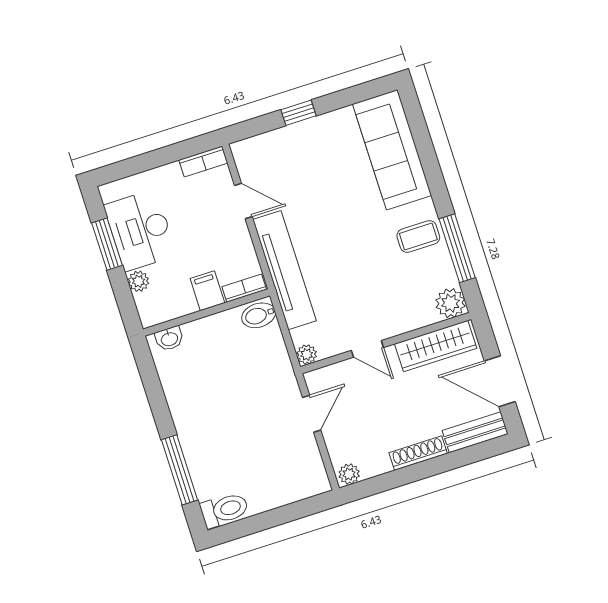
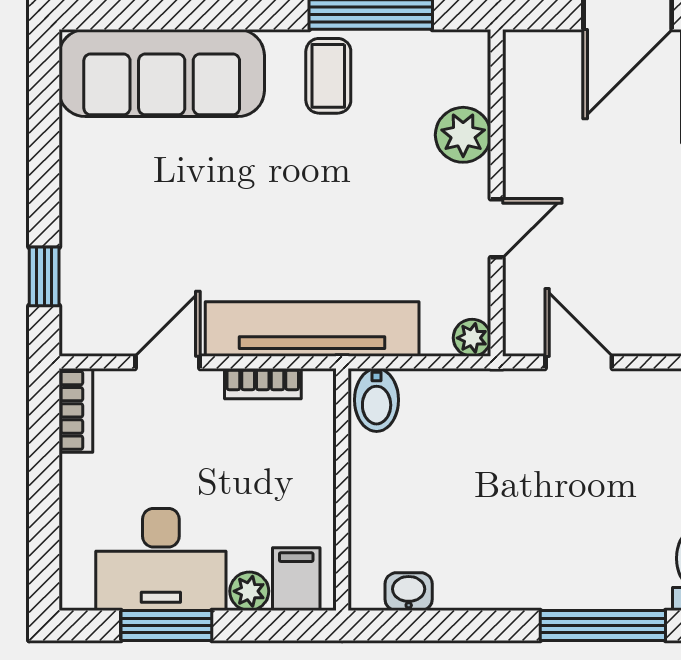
window: (299, 113) -> (44, 276), moved
bookcase: (244, 288) -> (263, 384), moved, turned -90
filing cabinet: (207, 291) -> (296, 579), moved, turned 90
plant: (450, 303) -> (463, 135), moved
washbasin: (169, 339) -> (409, 592), moved, turned -90
wardrobe: (436, 346) -> (530, 107), removed

